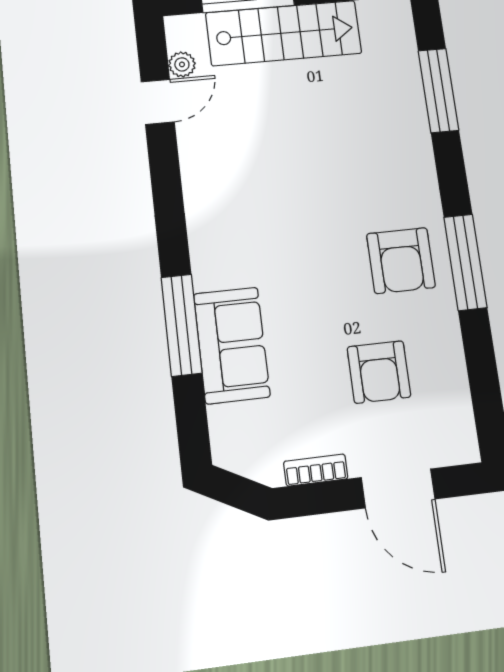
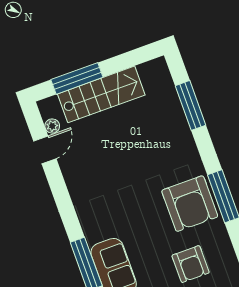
armchair: (401, 261) -> (190, 204), width x1.36, depth x1.36

